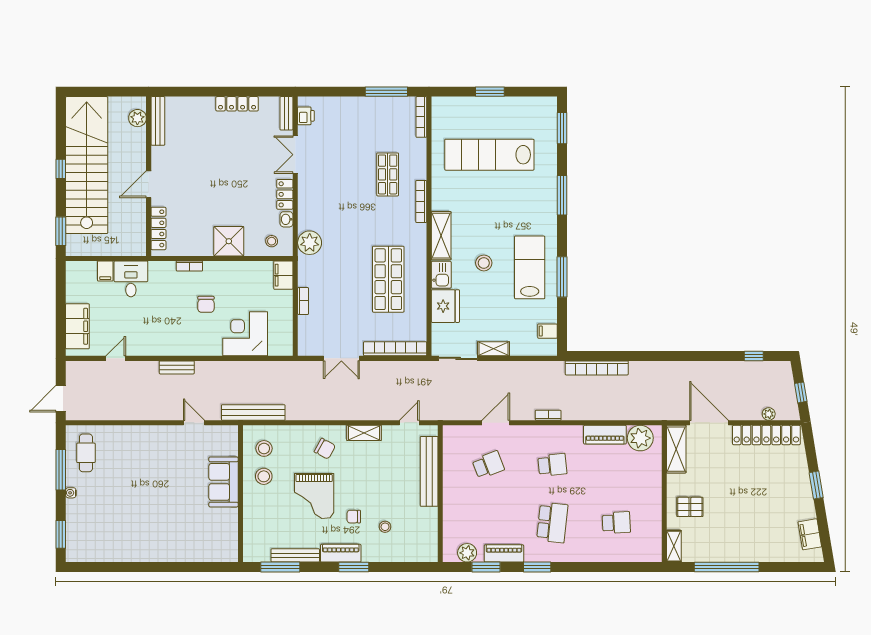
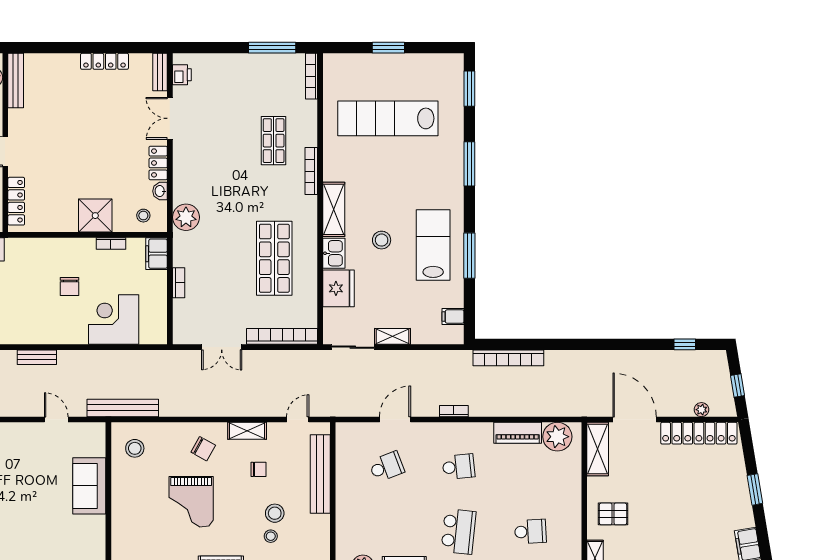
bookcase: (189, 266) -> (111, 243), moved
stool: (264, 476) -> (275, 513), moved
chair: (354, 517) -> (258, 469), moved, turned 180

